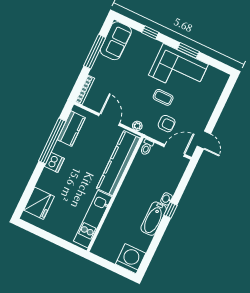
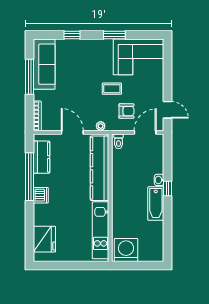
sofa: (116, 41) -> (44, 64), width x1.36
corner sofa: (178, 70) -> (139, 57), moved
washing machine: (131, 259) -> (126, 250), moved

